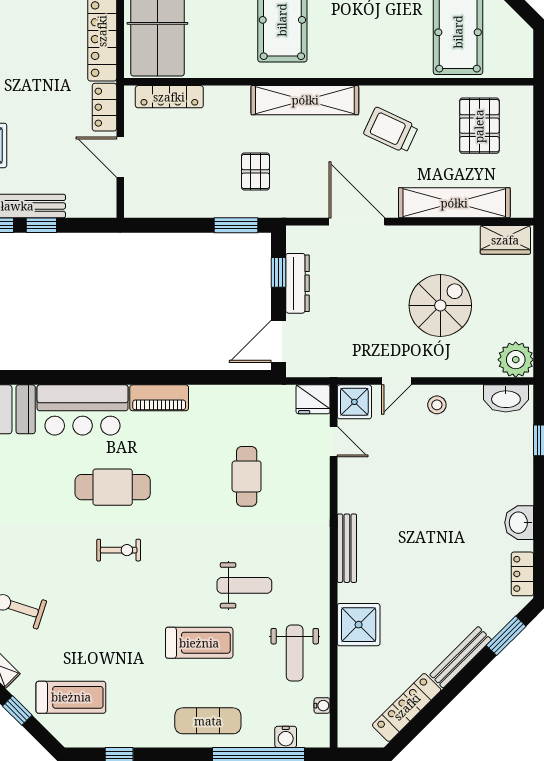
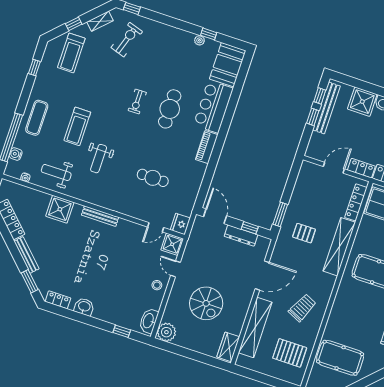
shelving: (305, 100) -> (339, 247), moved

